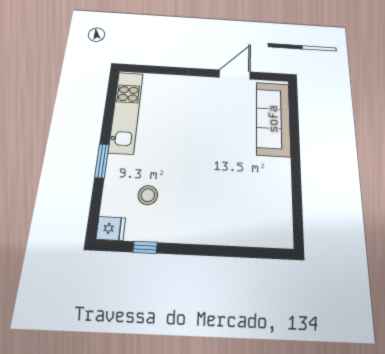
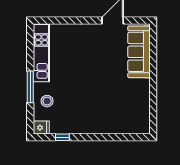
window: (102, 161) -> (30, 87), width x1.44
stool: (148, 195) -> (47, 101), moved

